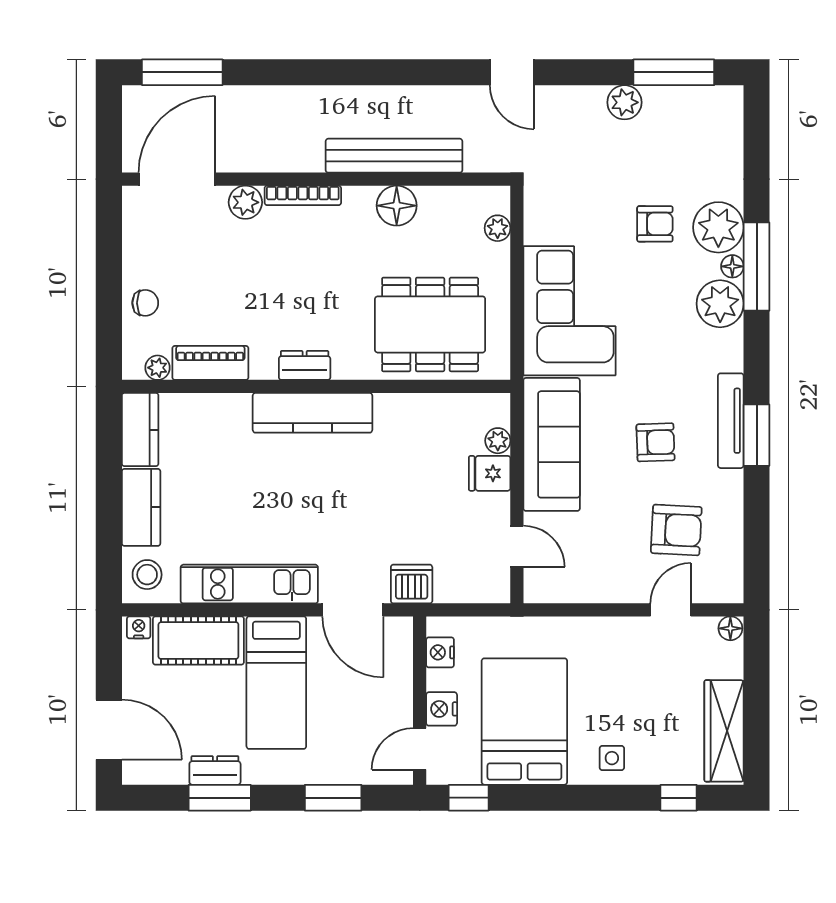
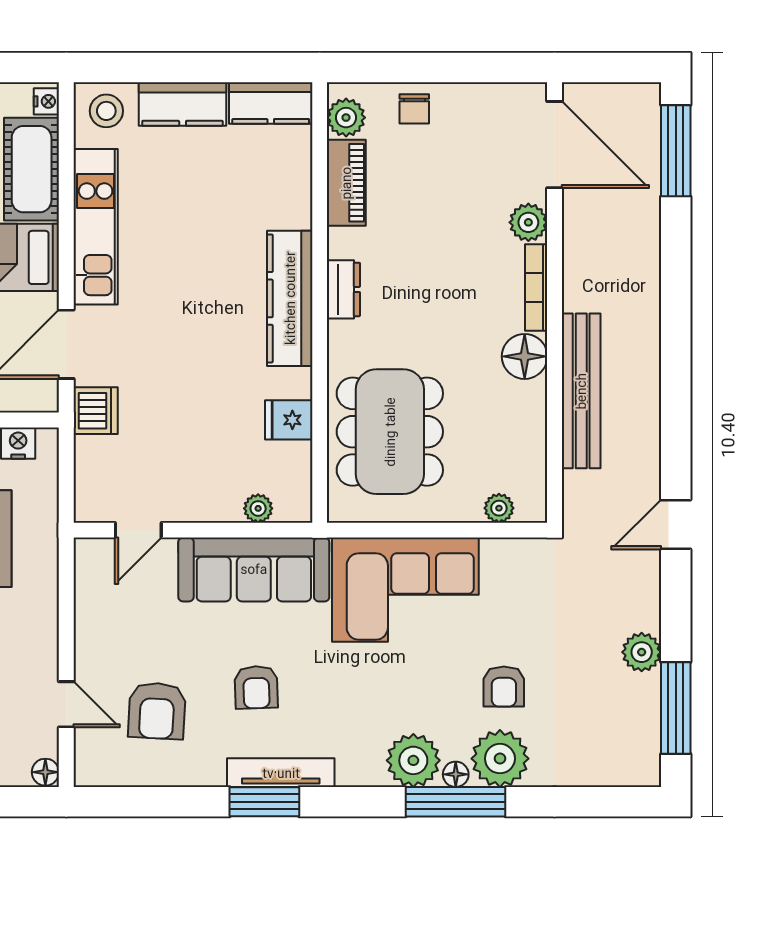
floor lamp: (397, 206) -> (525, 356), moved
plant: (158, 368) -> (346, 118), width x1.38, depth x1.38
fridge: (490, 473) -> (289, 420), moved, turned -90

